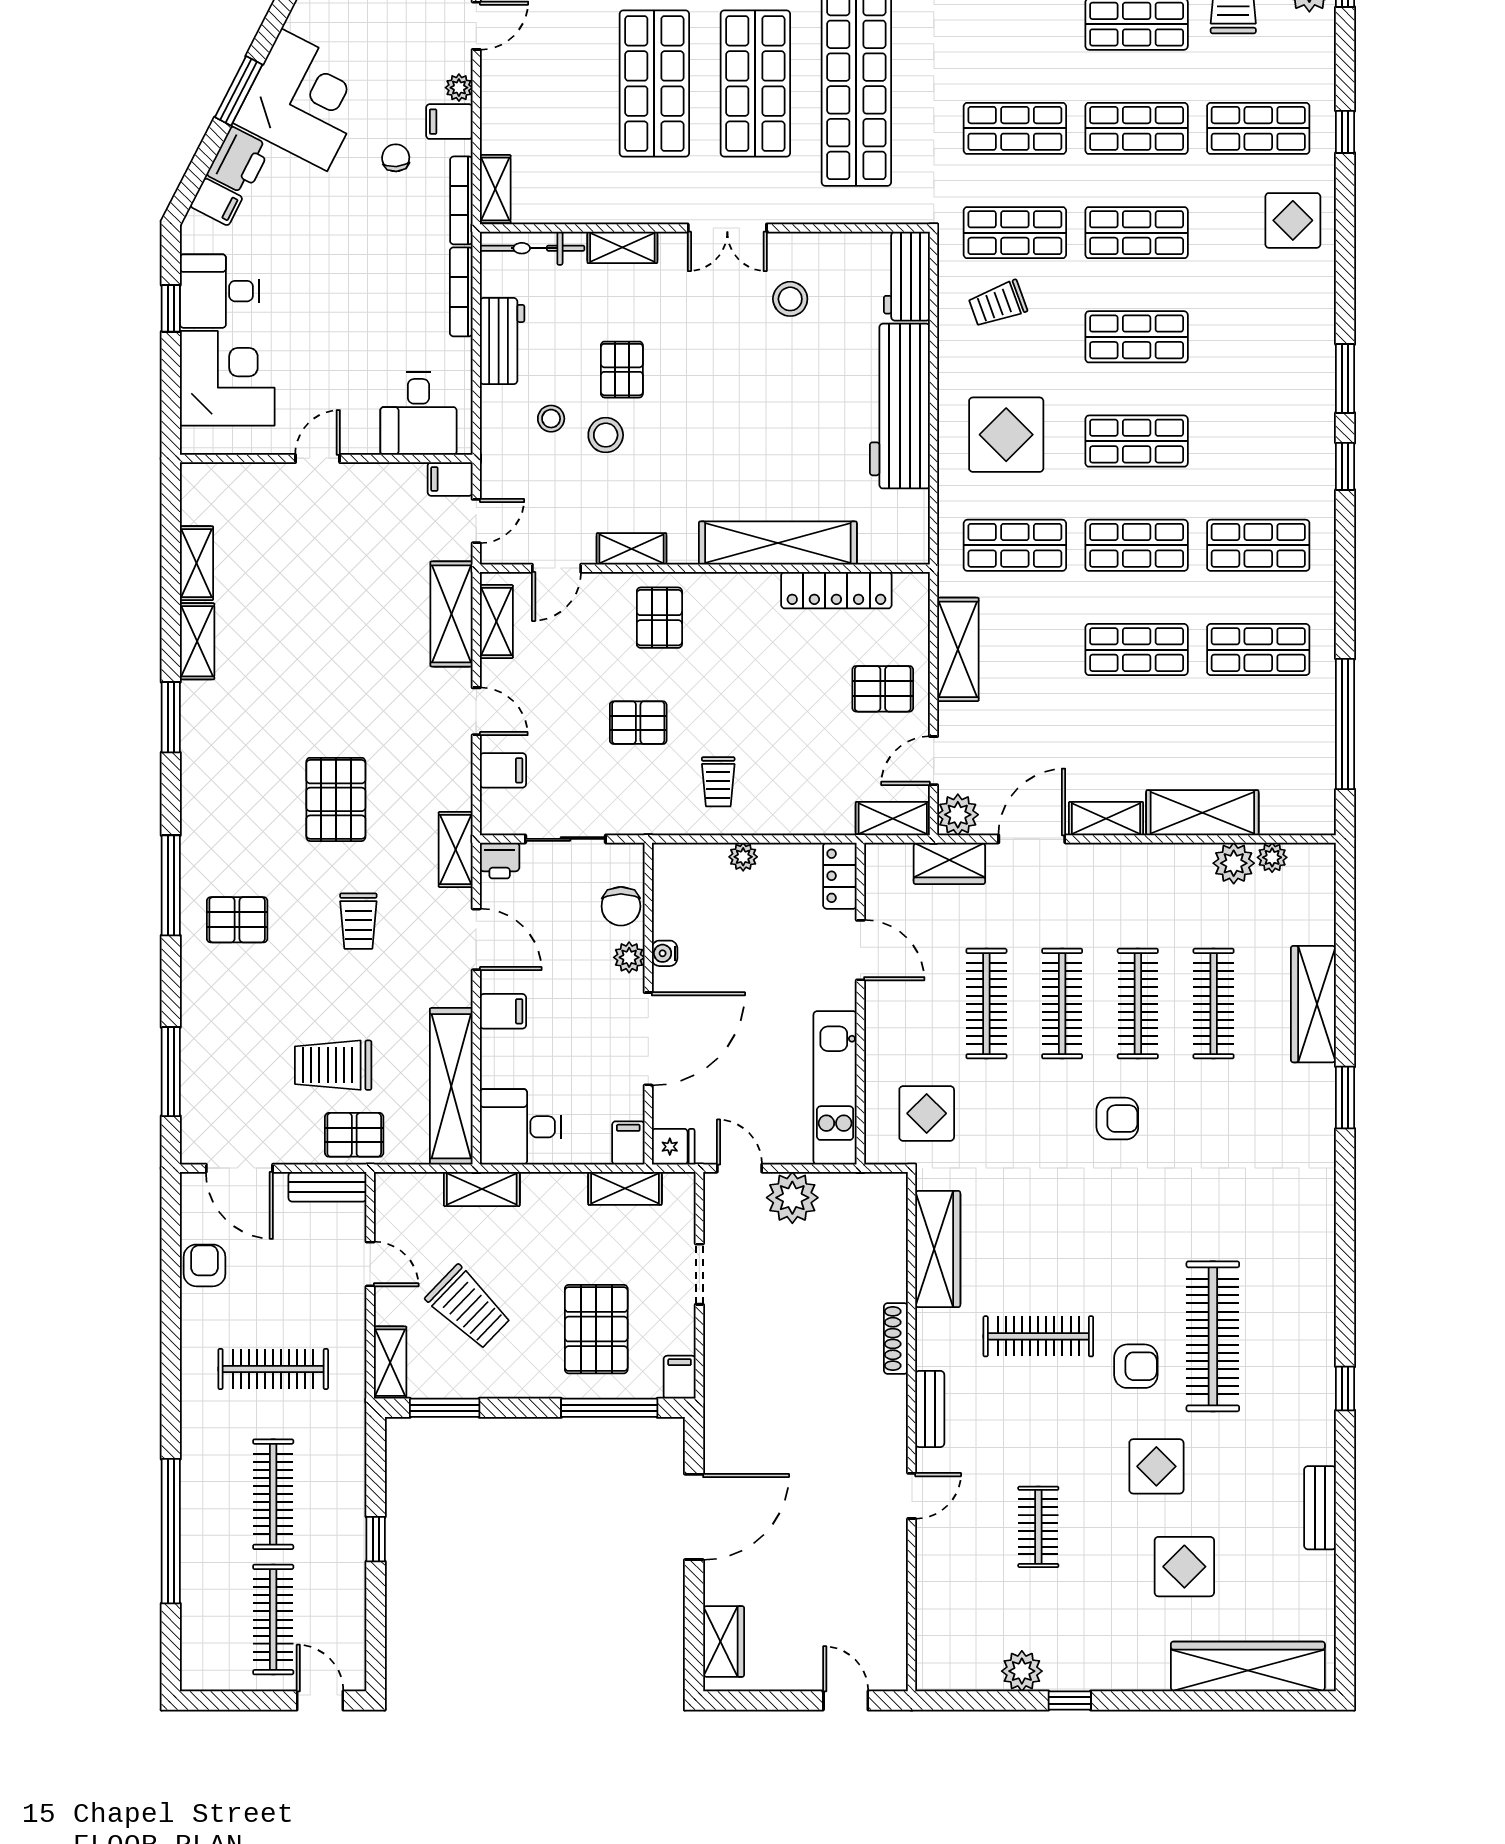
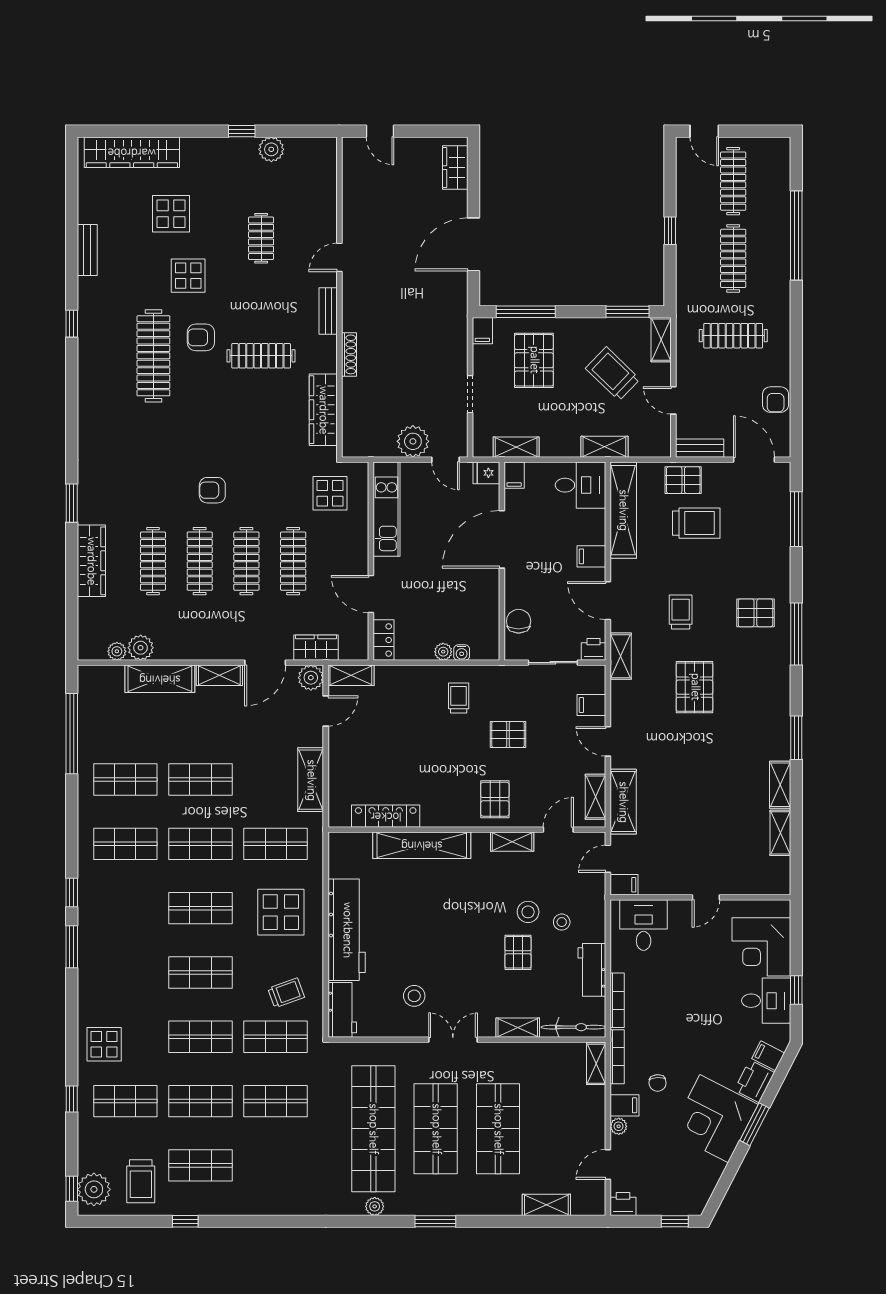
pallet: (883, 689) -> (357, 755), removed
water cooler: (665, 953) -> (462, 653), moved, turned 90
plant: (629, 957) -> (514, 590), removed

